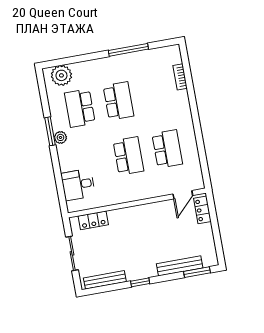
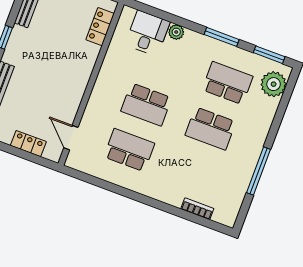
window: (43, 91) -> (269, 55), added
plant: (60, 137) -> (176, 32), moved
school desk: (167, 149) -> (129, 150), turned 180
locker: (202, 210) -> (28, 144), moved

